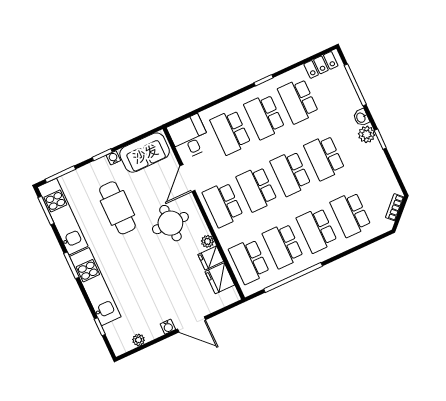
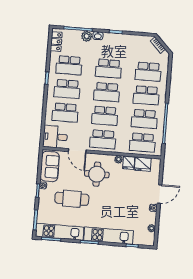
plant: (367, 134) -> (87, 36), moved

